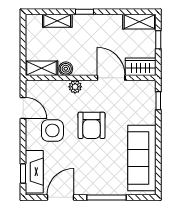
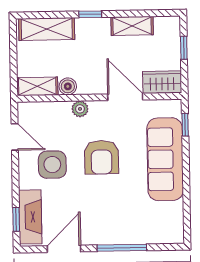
shelving: (57, 21) -> (47, 29), width x1.50, depth x1.33
shelving: (139, 22) -> (132, 26), moved
sofa: (142, 158) -> (165, 159), moved

